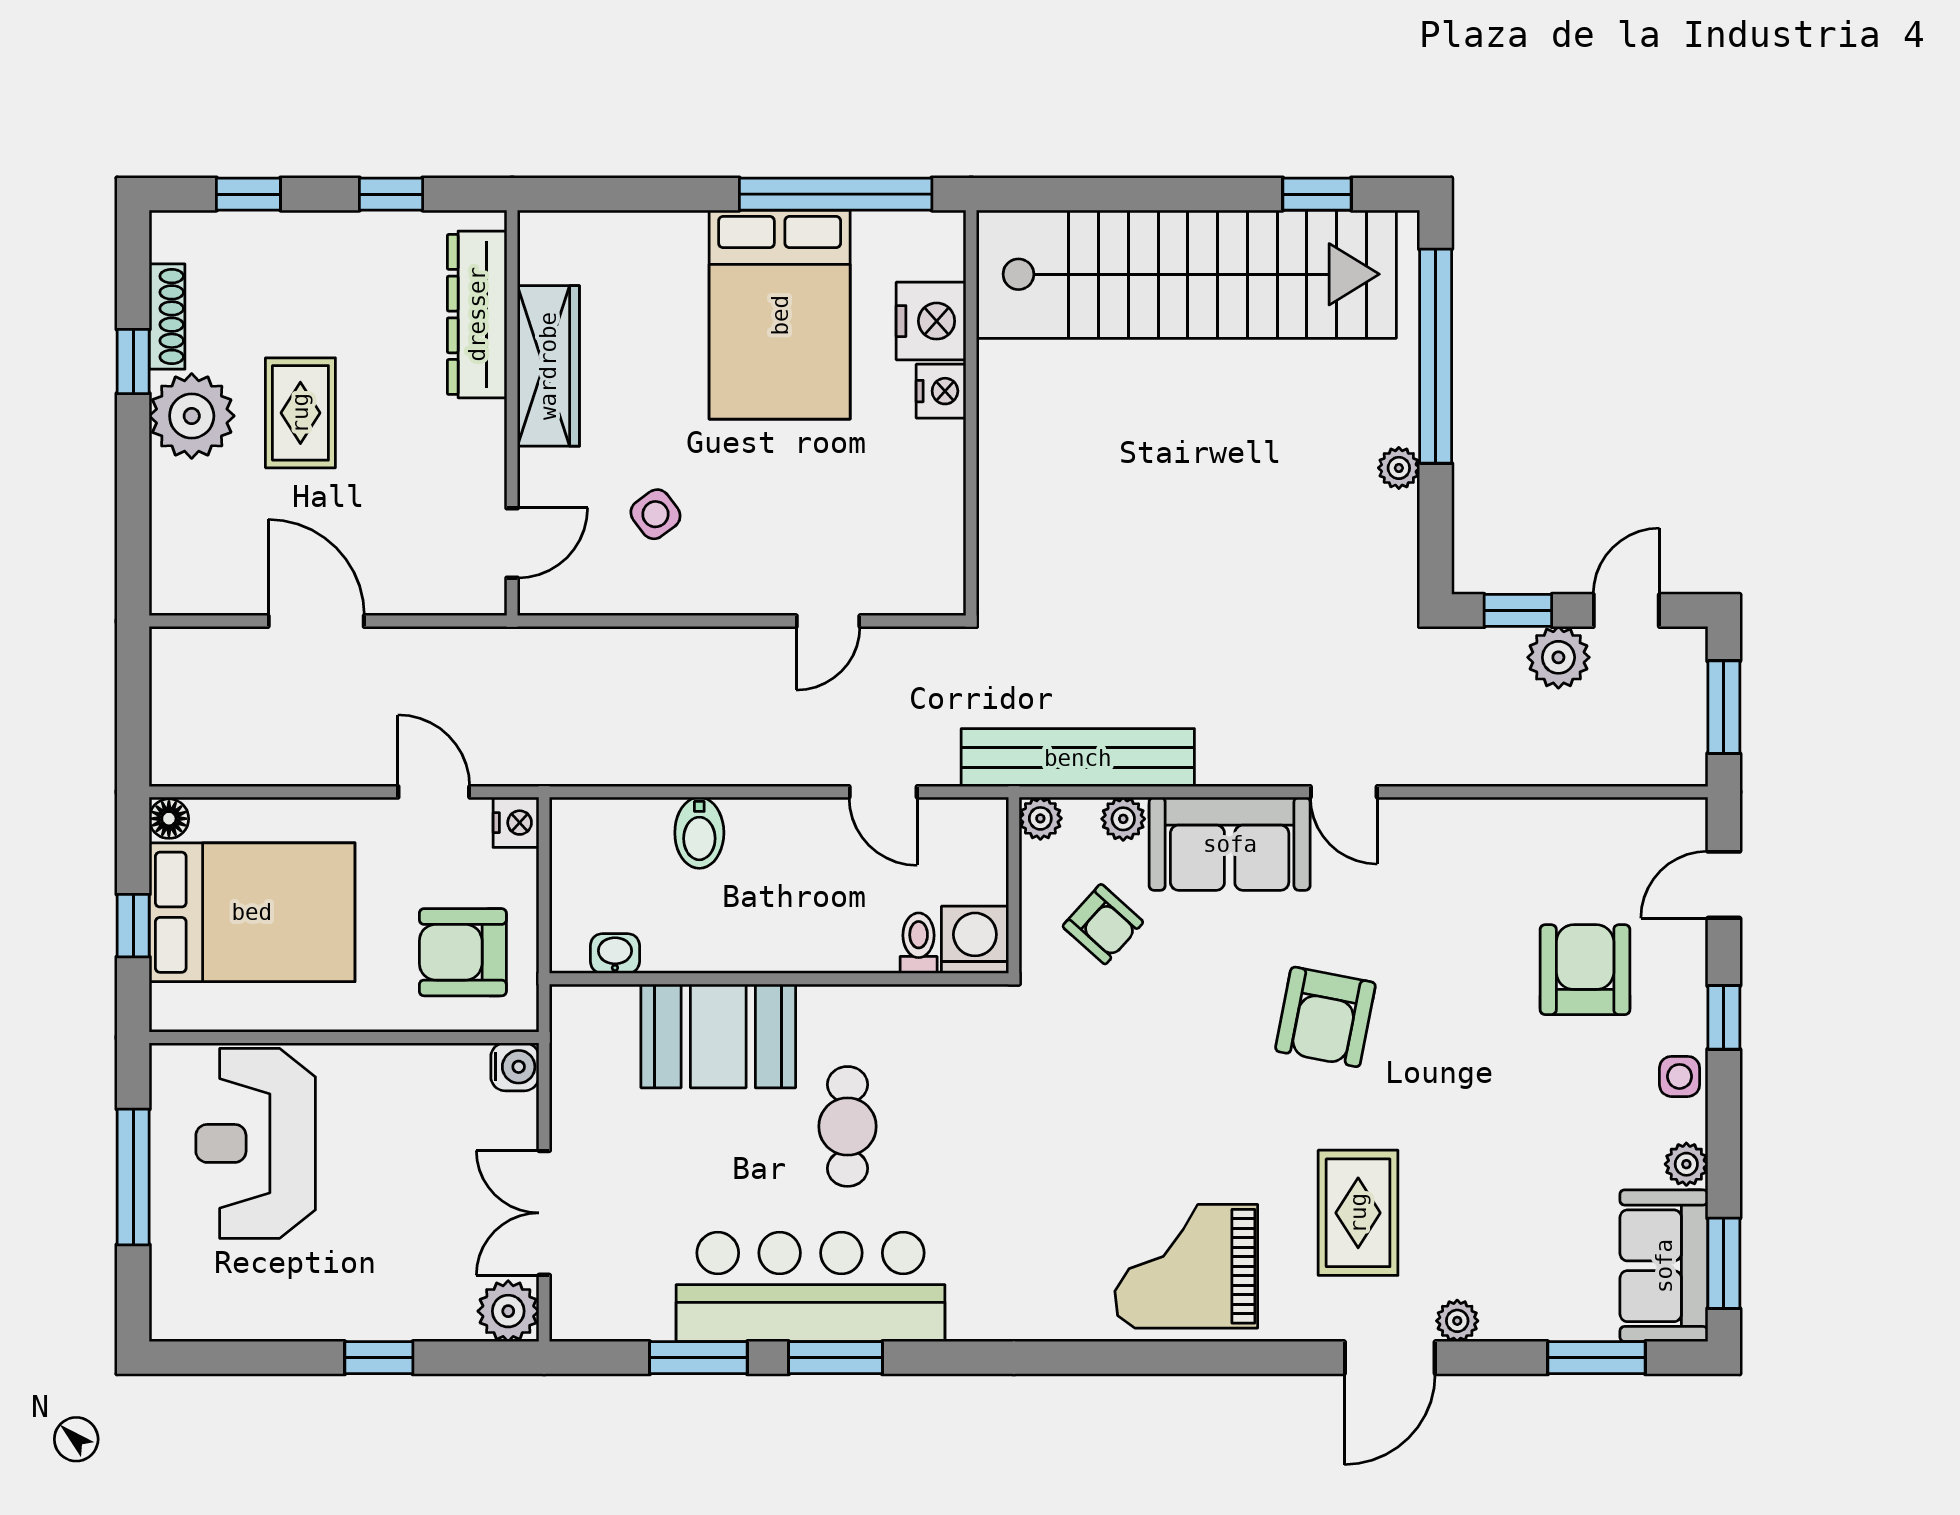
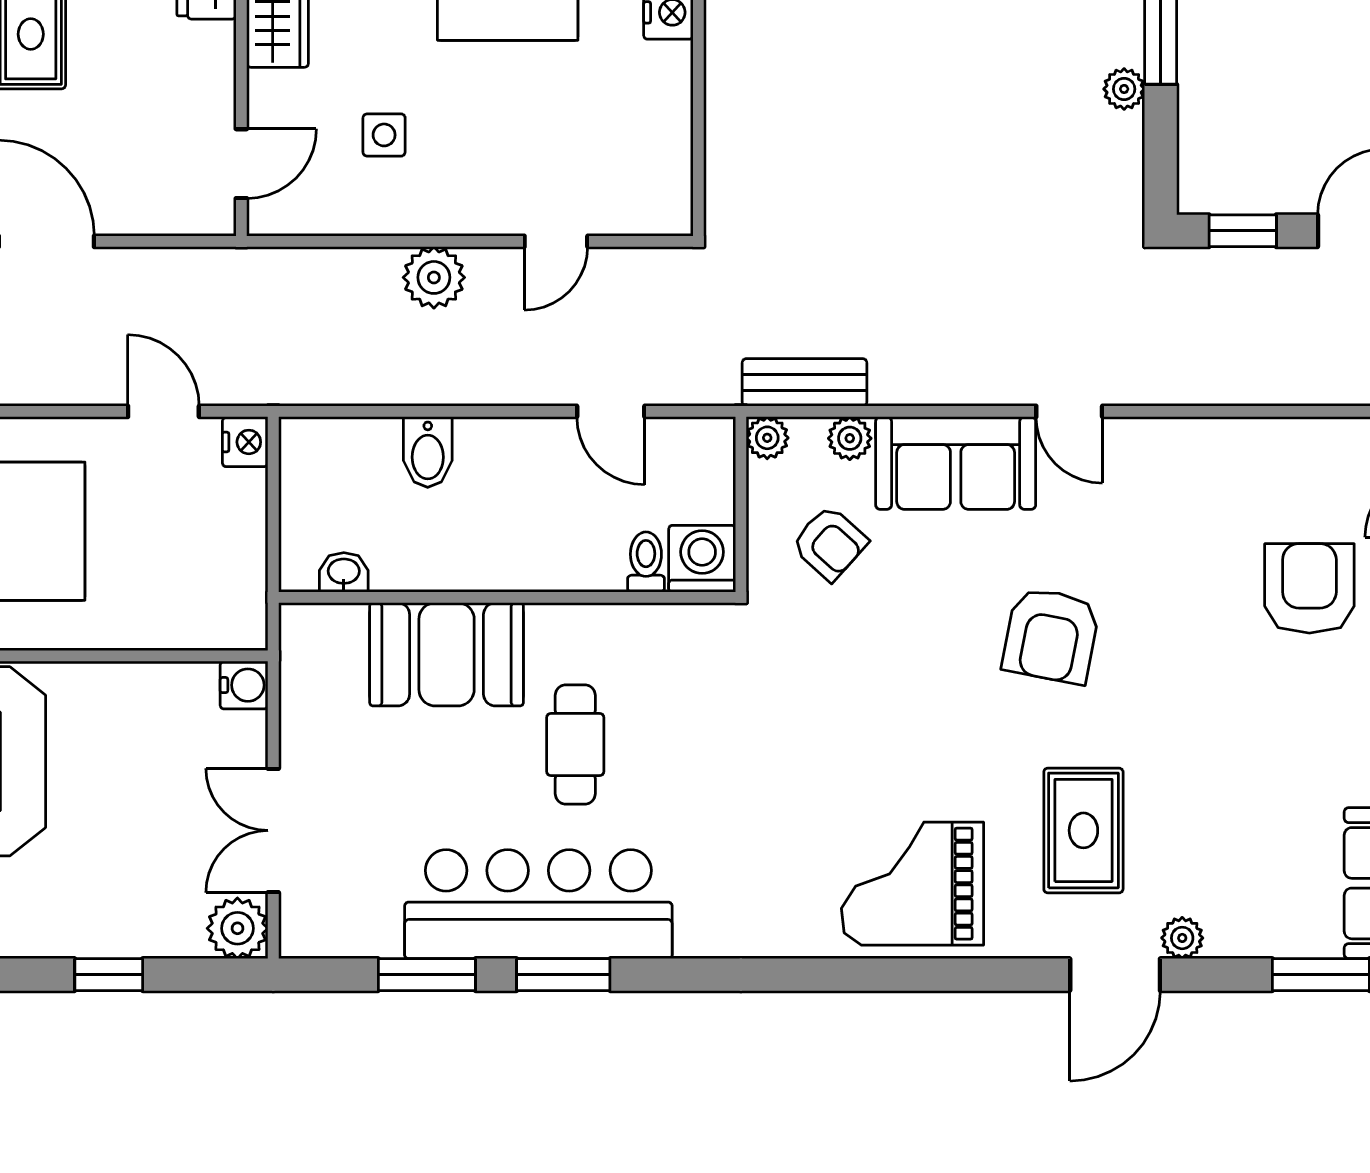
side table: (655, 514) -> (384, 135), turned 37
plant: (1558, 657) -> (434, 277), moved
bench: (1078, 758) -> (805, 382), width x0.54, depth x0.82
armchair: (463, 952) -> (192, 571), removed

